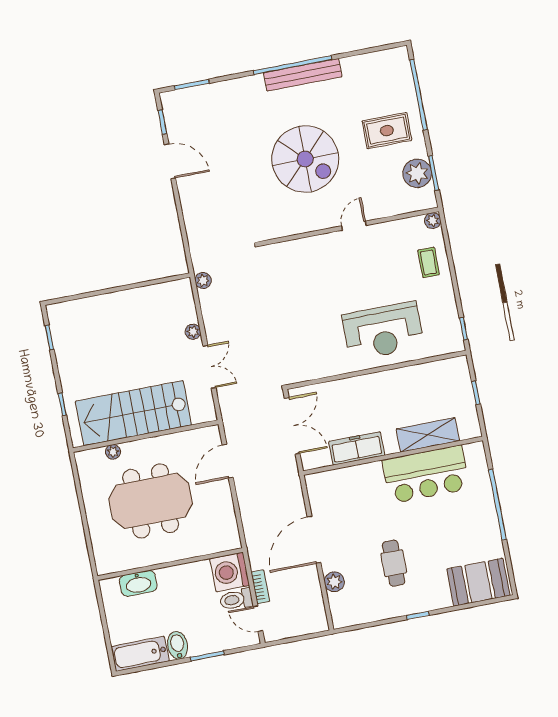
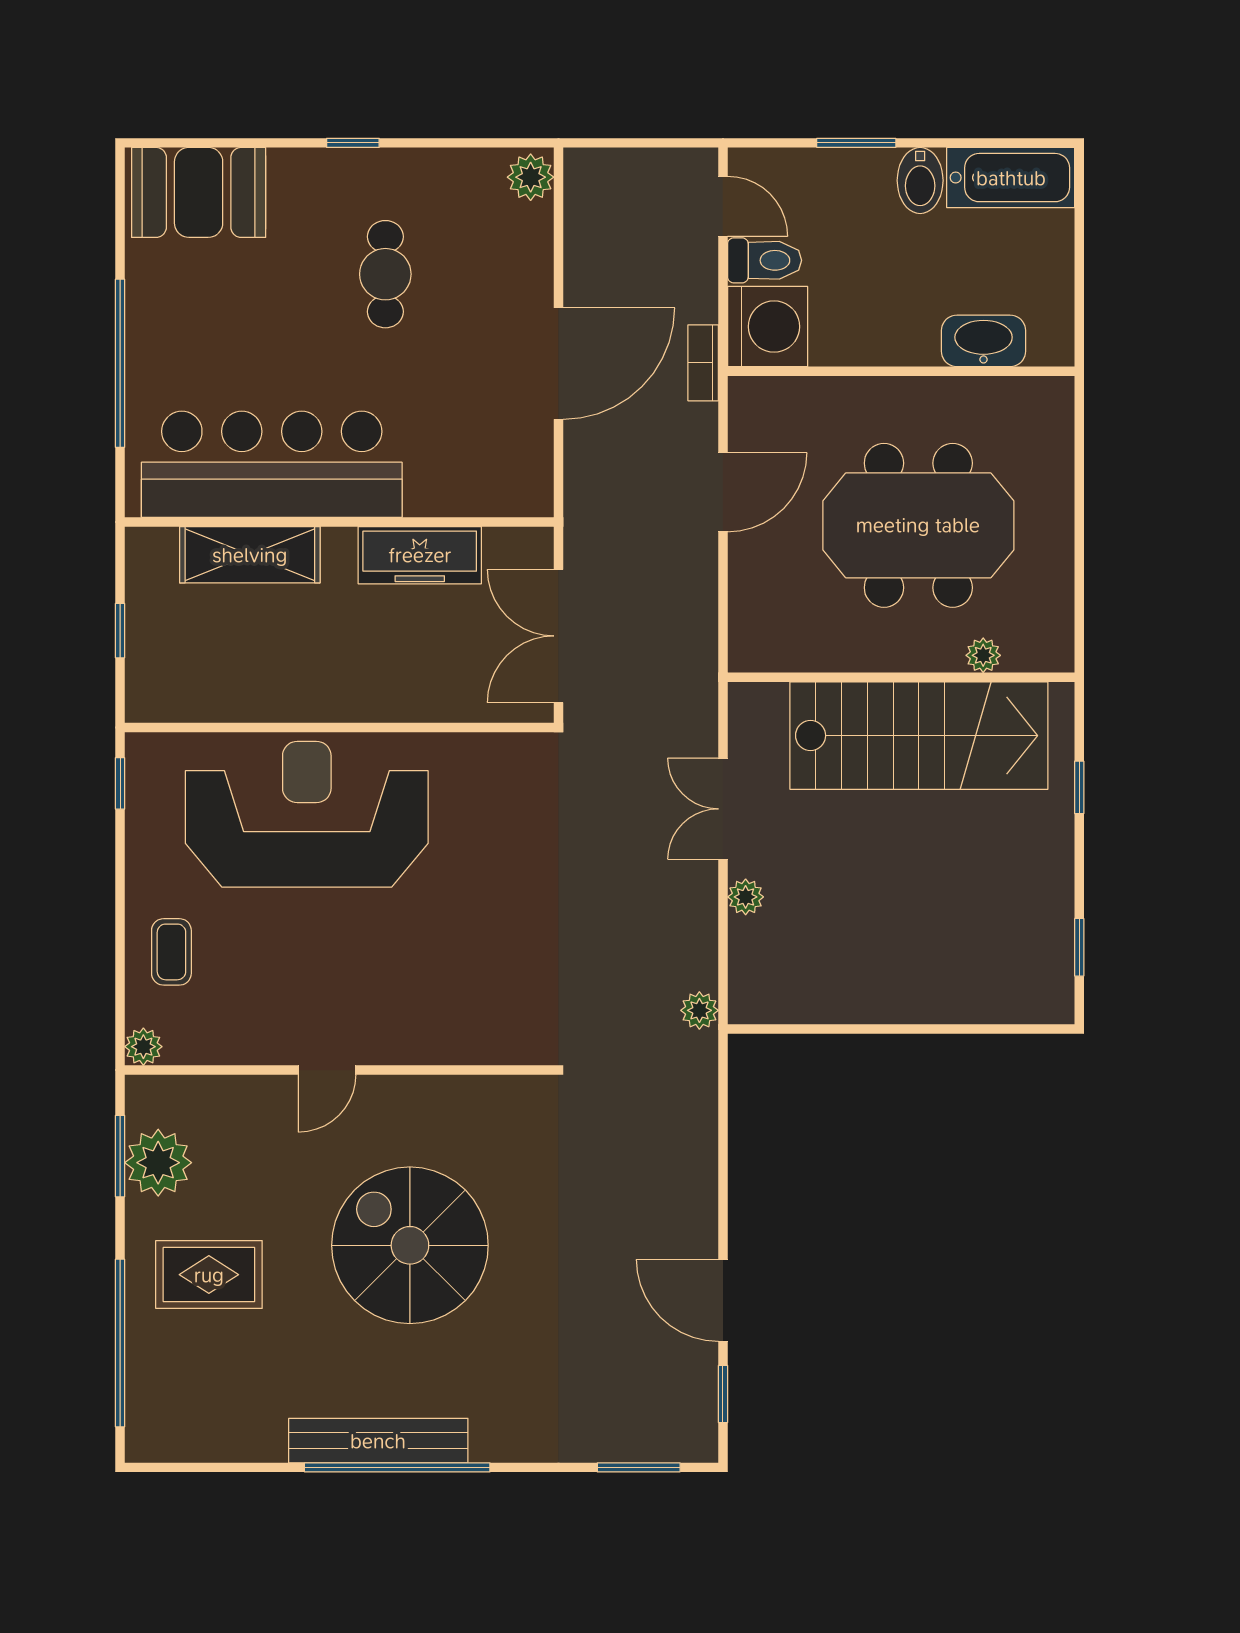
reception desk: (383, 331) -> (307, 814), width x1.36, depth x1.30
door: (228, 461) -> (723, 492), moved
bar counter: (426, 474) -> (272, 464), width x1.36
plant: (334, 582) -> (531, 177), moved
bookcase: (260, 587) -> (703, 363), moved

